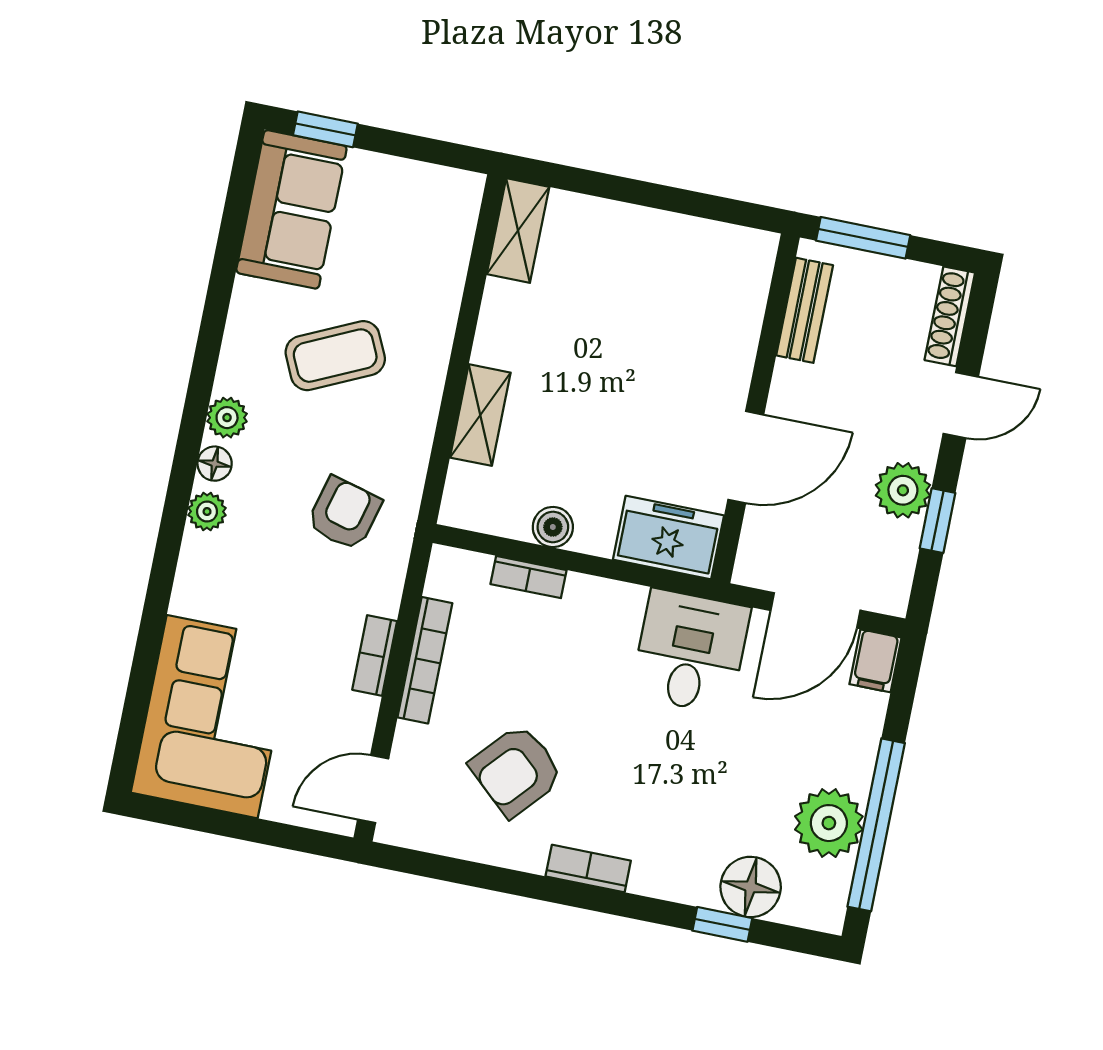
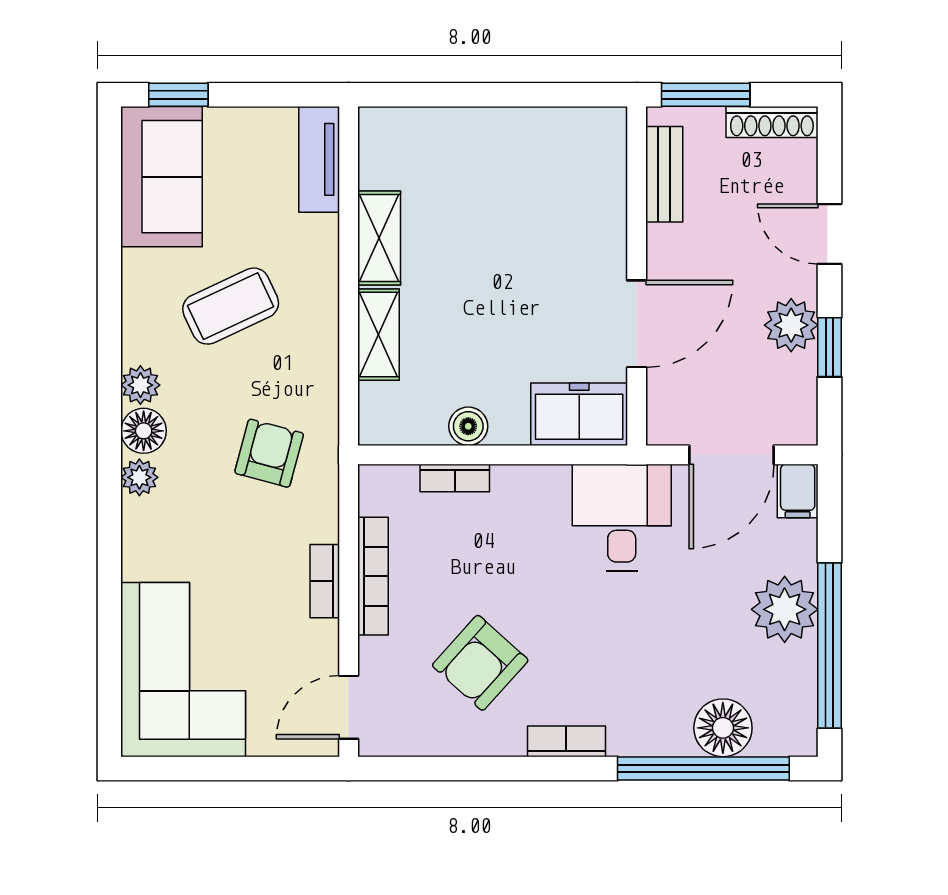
tv unit: (456, 224) -> (319, 159), added
shelving: (518, 231) -> (379, 238), moved
shoe rack: (950, 316) -> (772, 122), moved, turned -90
door: (961, 405) -> (829, 234), swing flipped
floor lamp: (215, 464) -> (144, 431), width x1.37, depth x1.37
plant: (829, 823) -> (785, 609), moved
window: (722, 924) -> (703, 768), width x3.17

